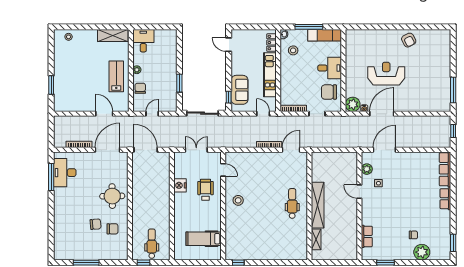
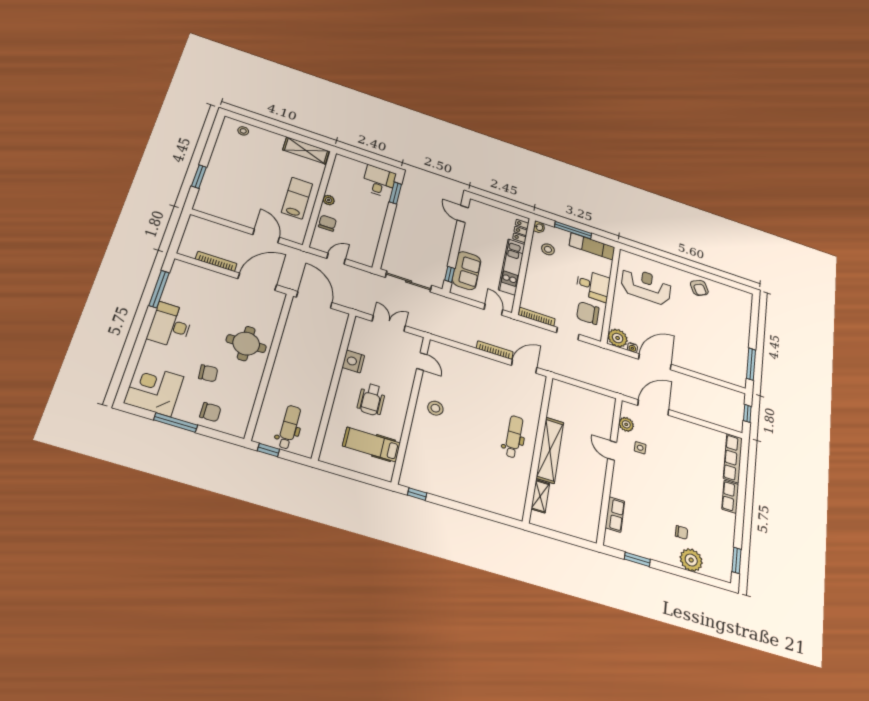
desk: (143, 41) -> (379, 181), moved
reception desk: (386, 74) -> (646, 286), moved
window: (179, 83) -> (395, 193), moved
desk: (65, 173) -> (170, 325), moved
wheelchair: (206, 190) -> (371, 399), moved, turned 180
chair: (113, 229) -> (210, 412), moved
corner desk: (68, 246) -> (154, 390), added

